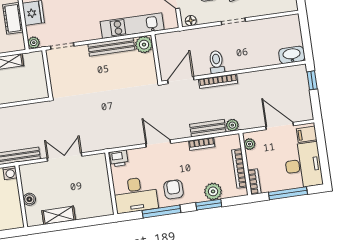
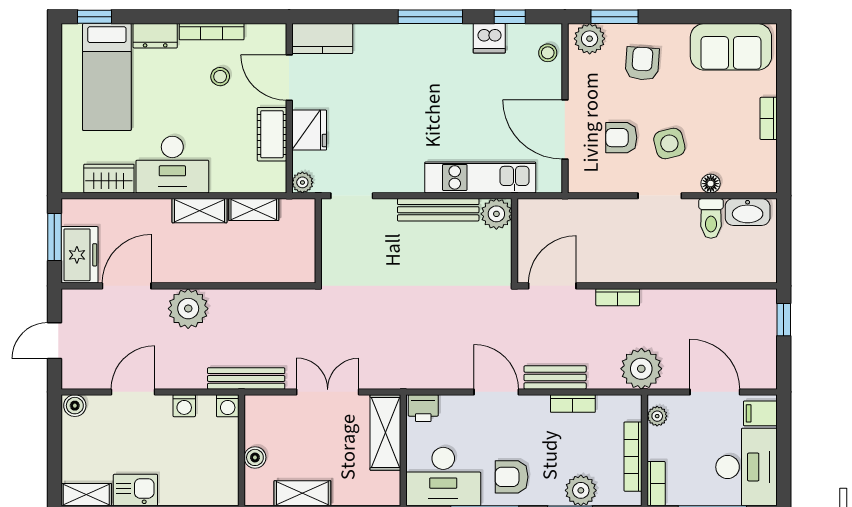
floor lamp: (191, 21) -> (711, 184), moved
washbasin: (292, 55) -> (748, 212), moved, turned 180
toilet: (216, 62) -> (711, 218), moved, turned 180
bookcase: (218, 81) -> (618, 297), width x0.64
plant: (232, 125) -> (641, 369), width x1.87, depth x1.87
bench: (208, 128) -> (555, 377), moved
shelving: (100, 175) -> (385, 433), added
armchair: (174, 189) -> (512, 477), turned -90

